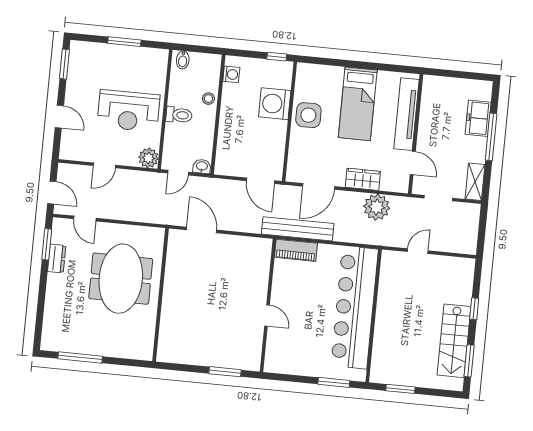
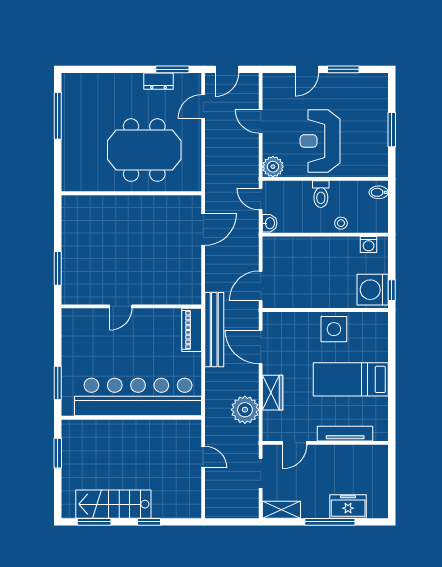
window: (64, 64) -> (343, 69), moved
washing machine: (275, 104) -> (373, 290), moved, turned -90
tv unit: (407, 114) -> (345, 434), width x0.73, depth x0.78

